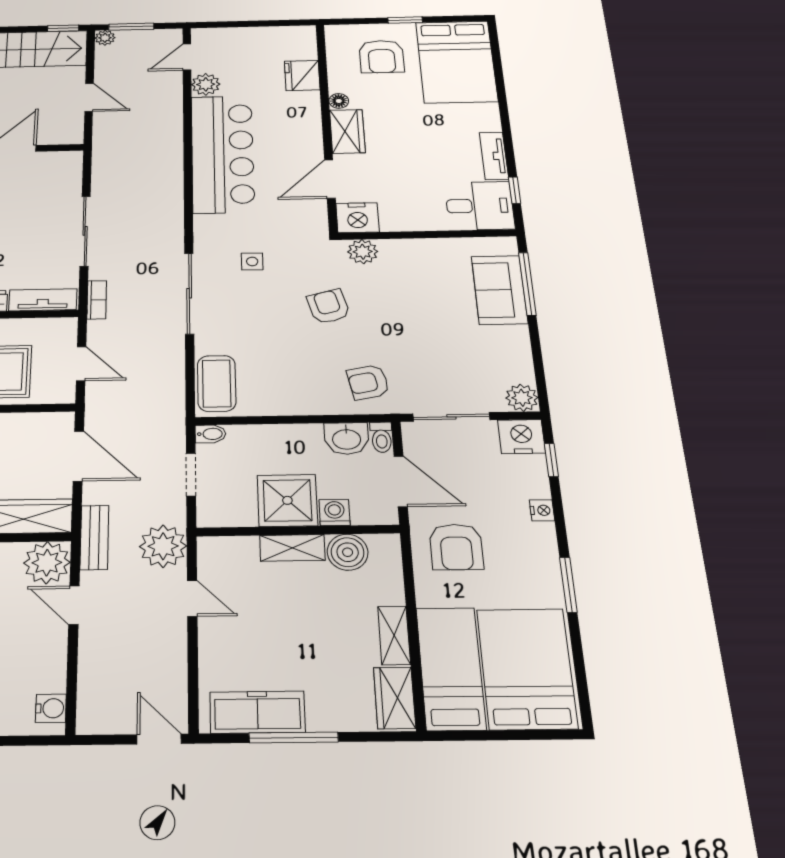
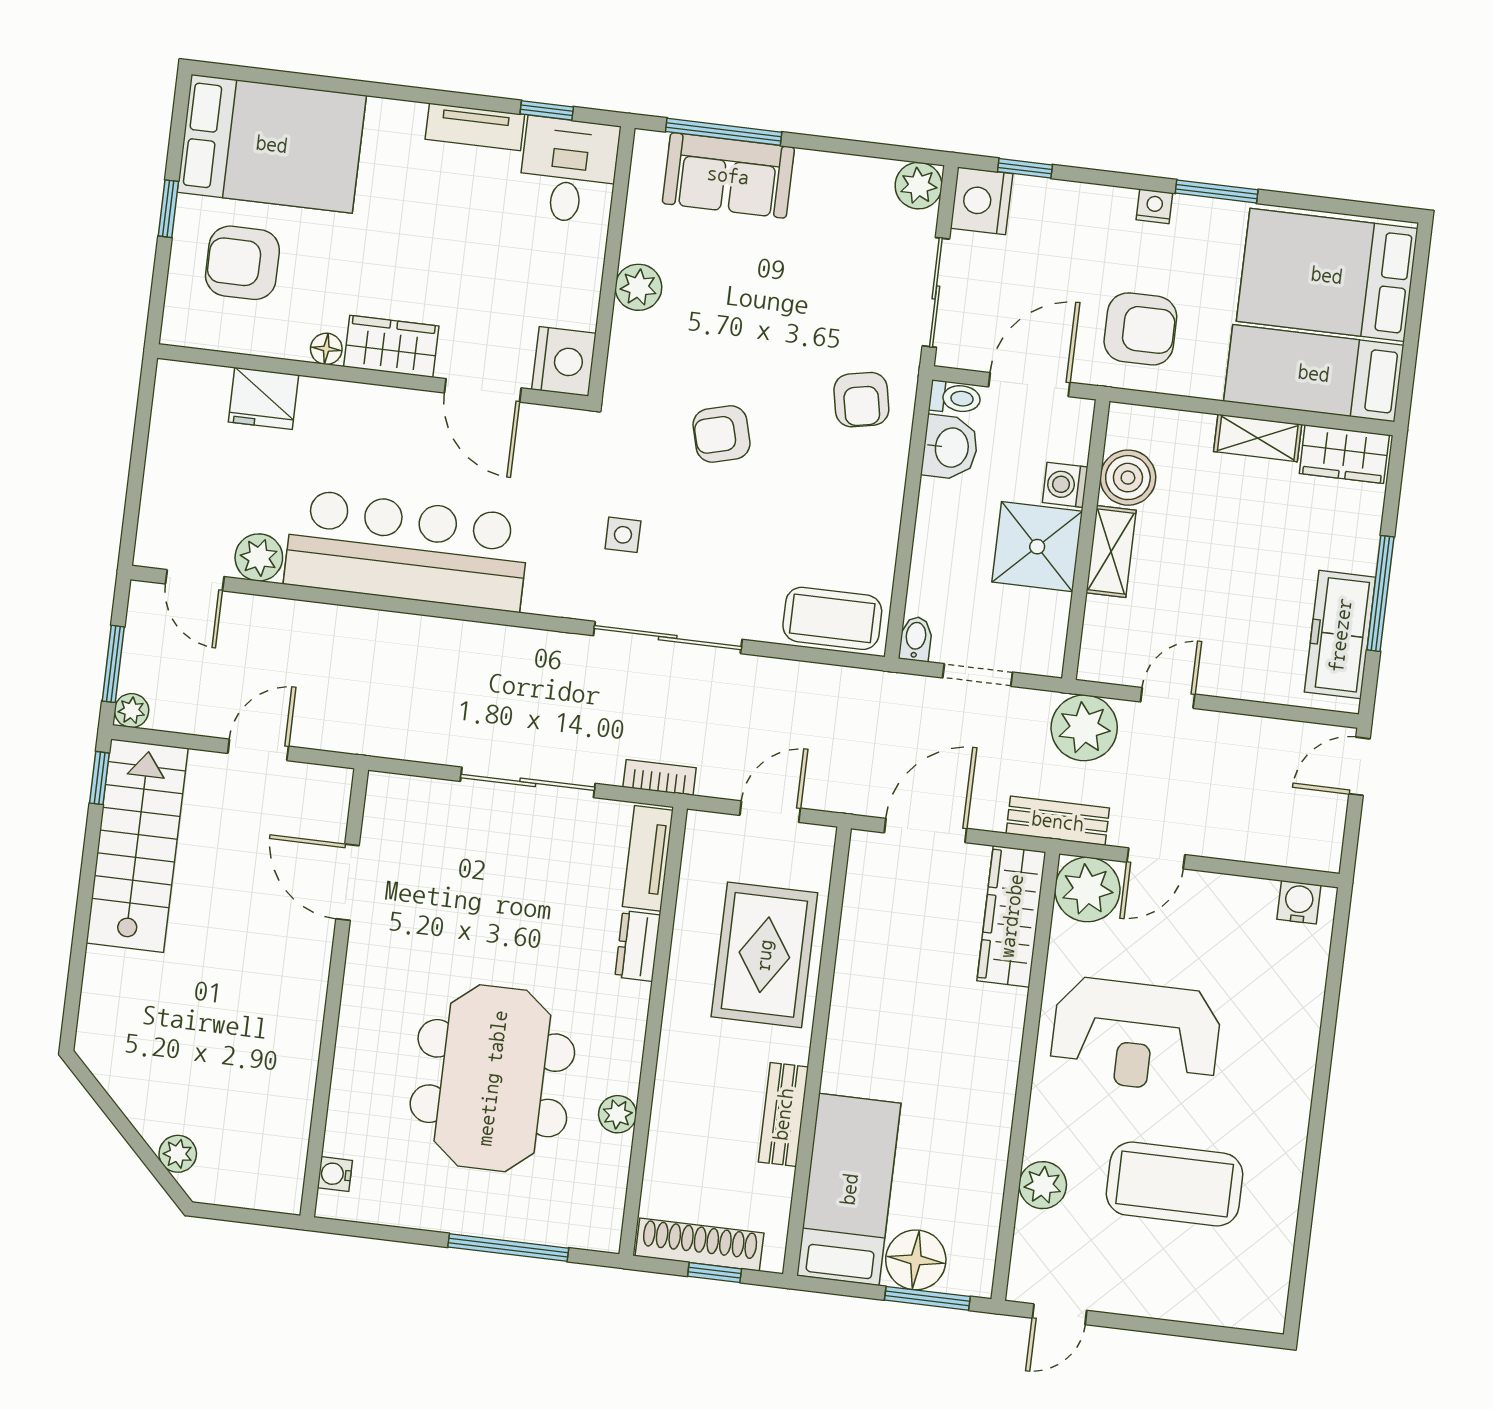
armchair: (381, 57) -> (242, 263), turned 180
plant: (363, 252) -> (638, 287), moved
nightstand: (542, 510) -> (1154, 206), moved

